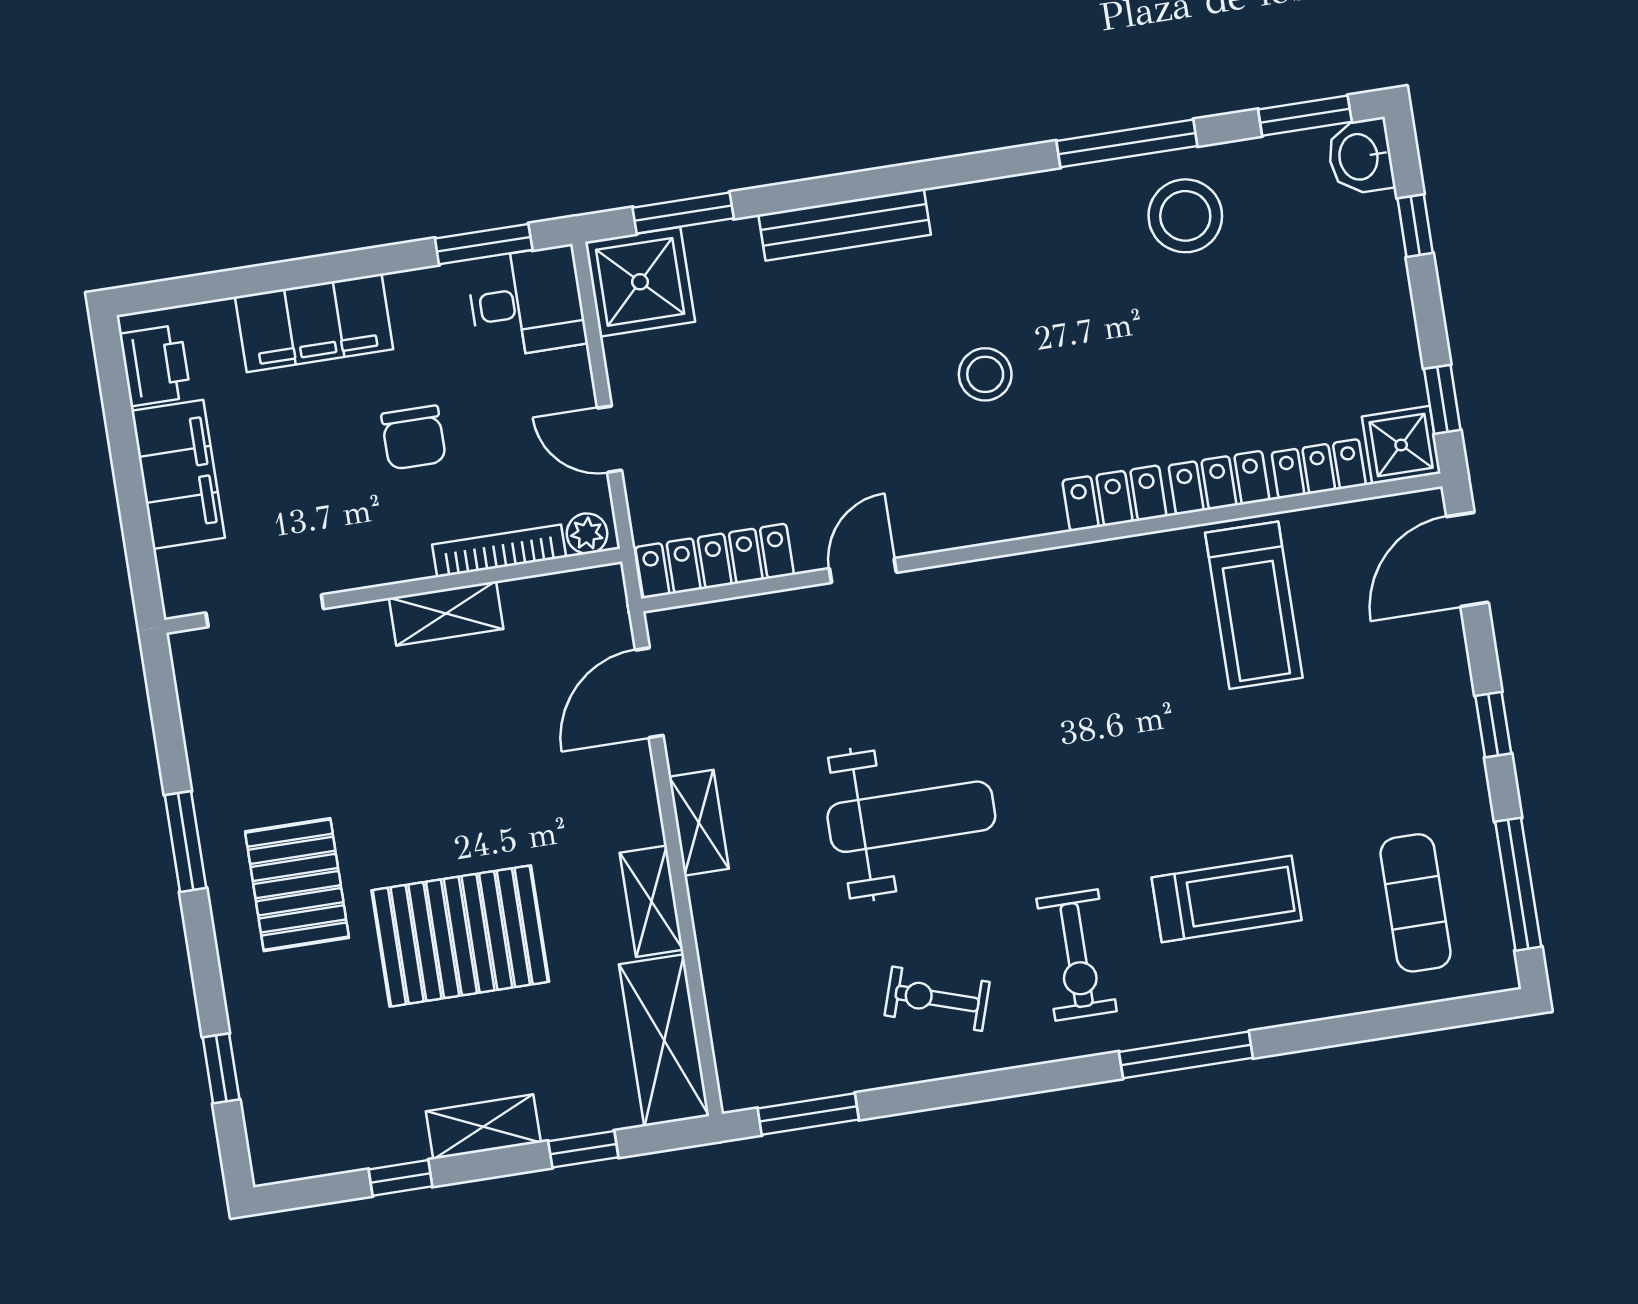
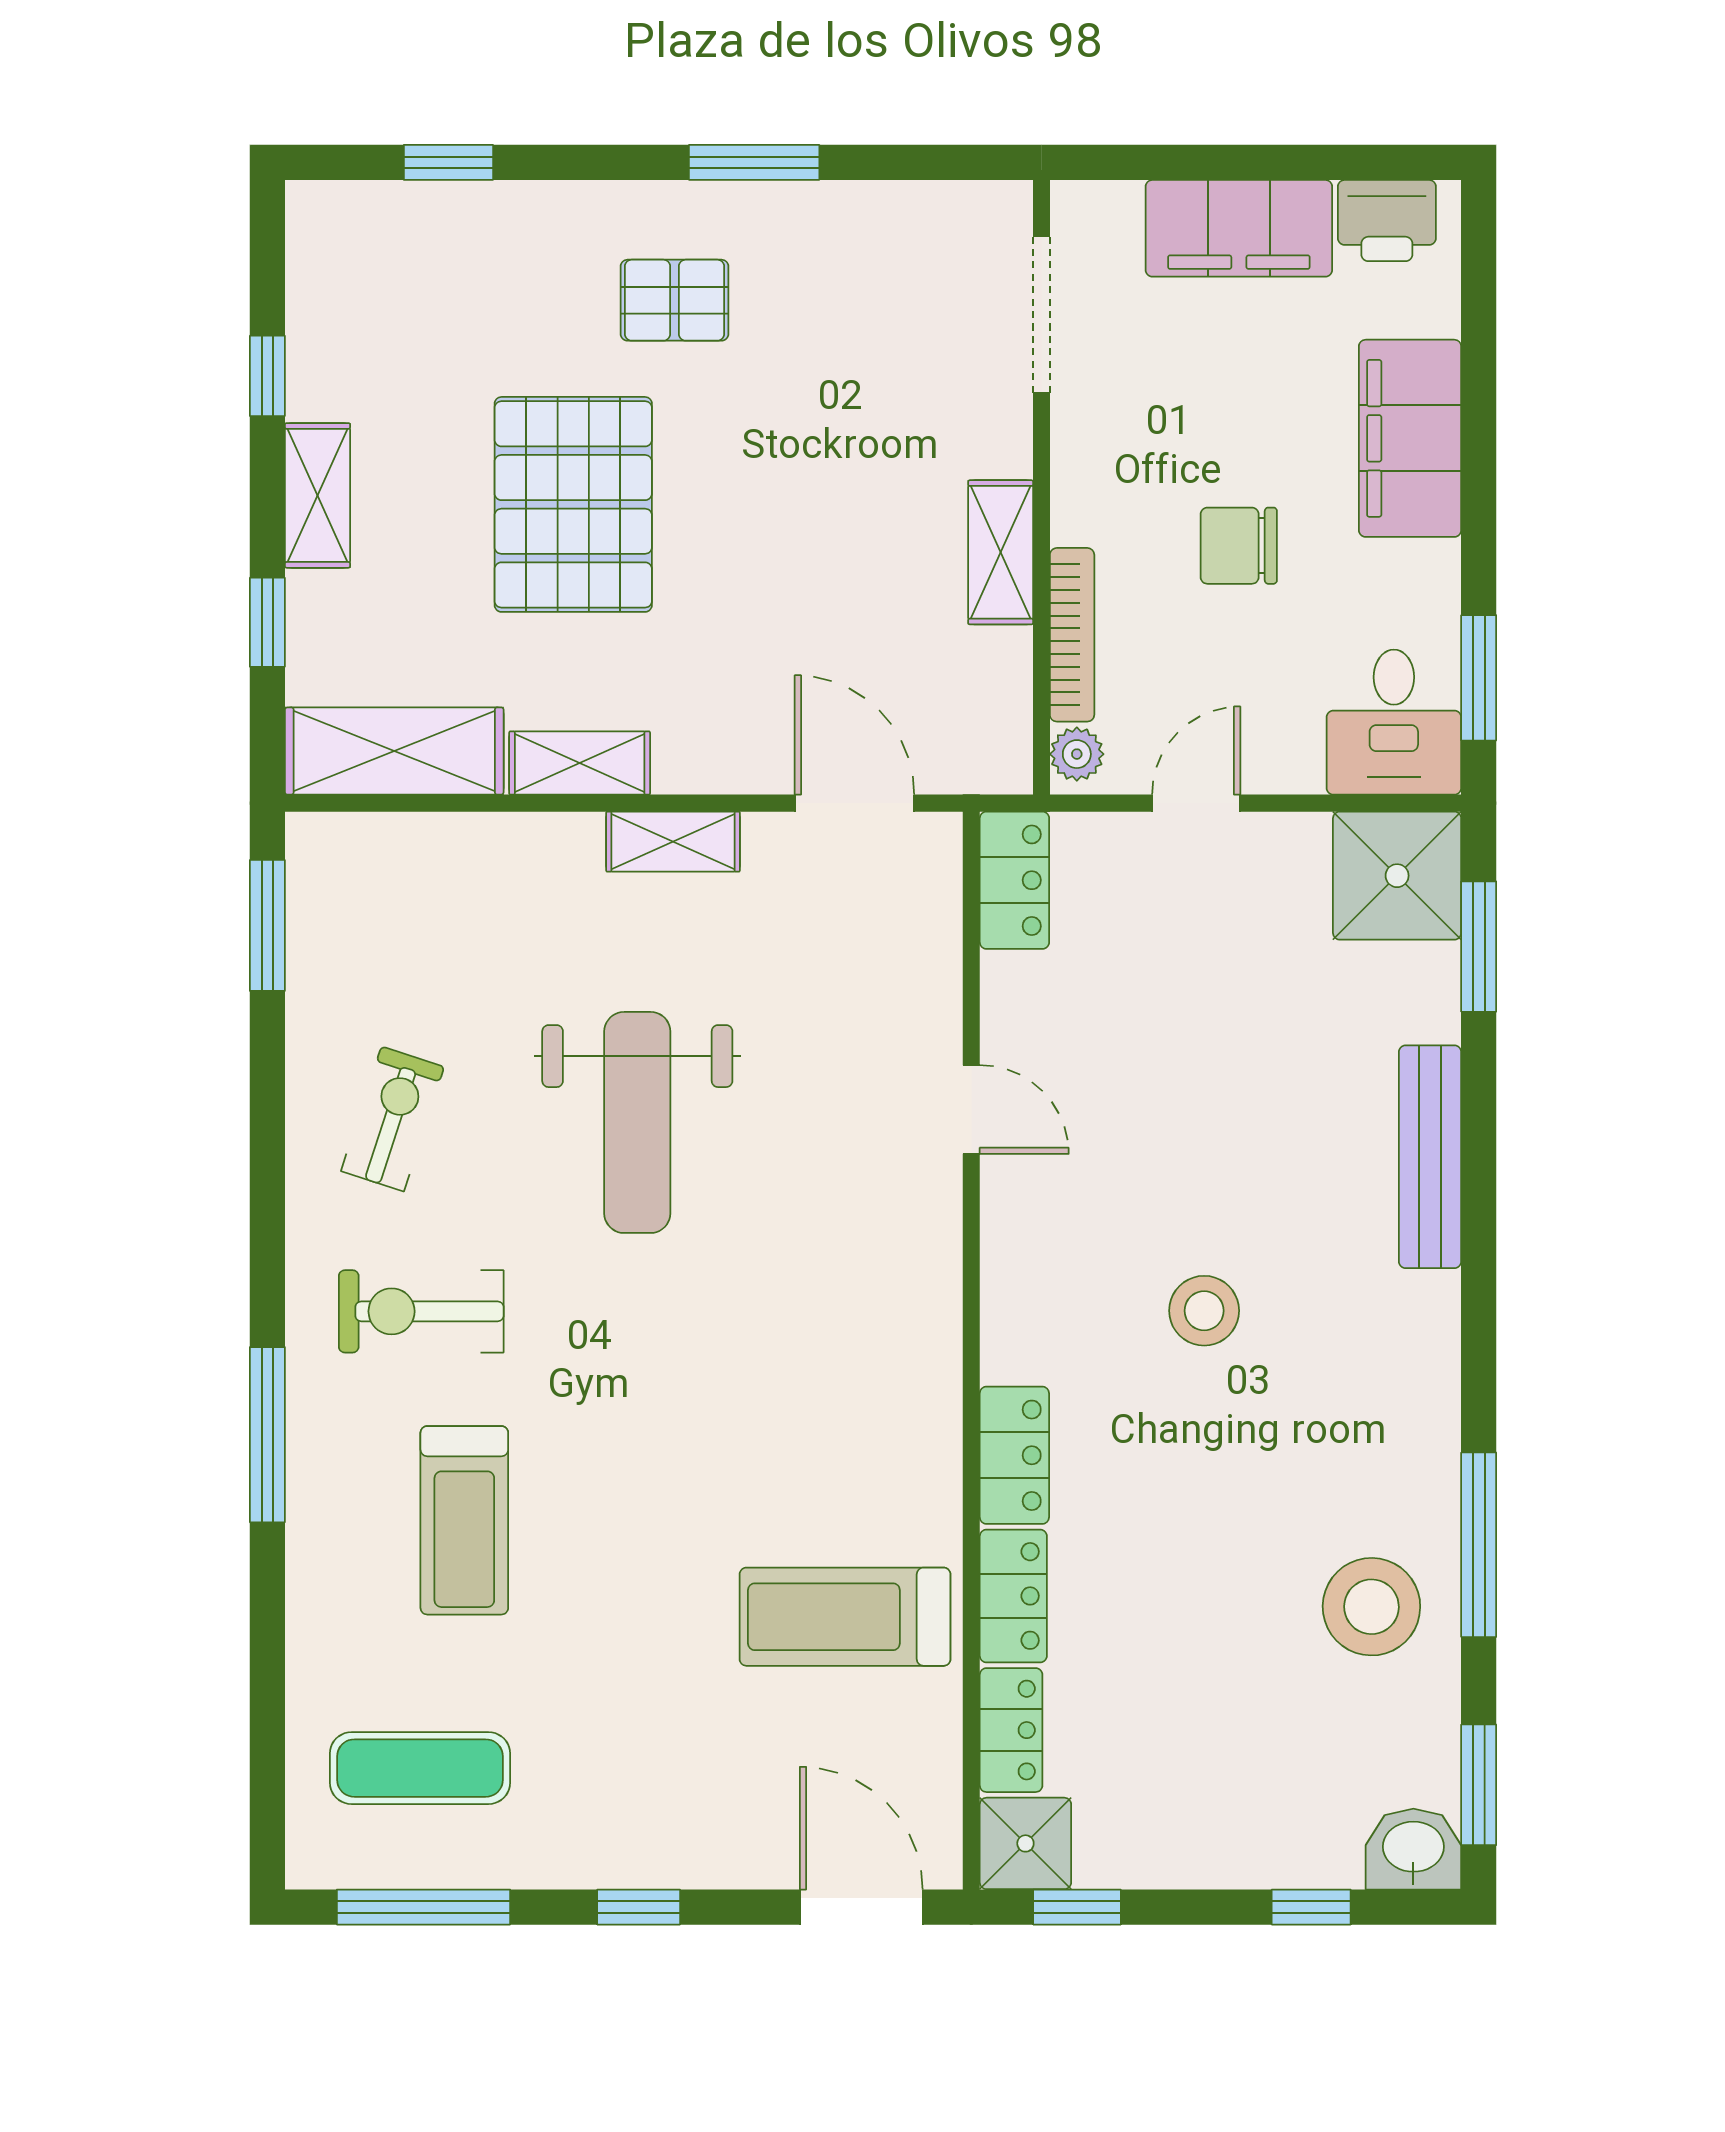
locker: (715, 561) -> (1014, 880), width x0.66
pallet: (297, 885) -> (675, 300), width x0.67, depth x0.71

